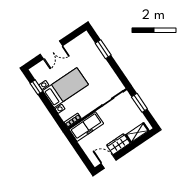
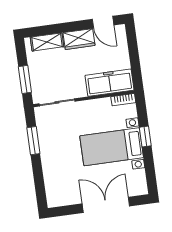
window: (103, 49) -> (33, 141), moved
double door: (51, 50) -> (106, 205), width x1.37
window: (36, 87) -> (145, 136), moved

